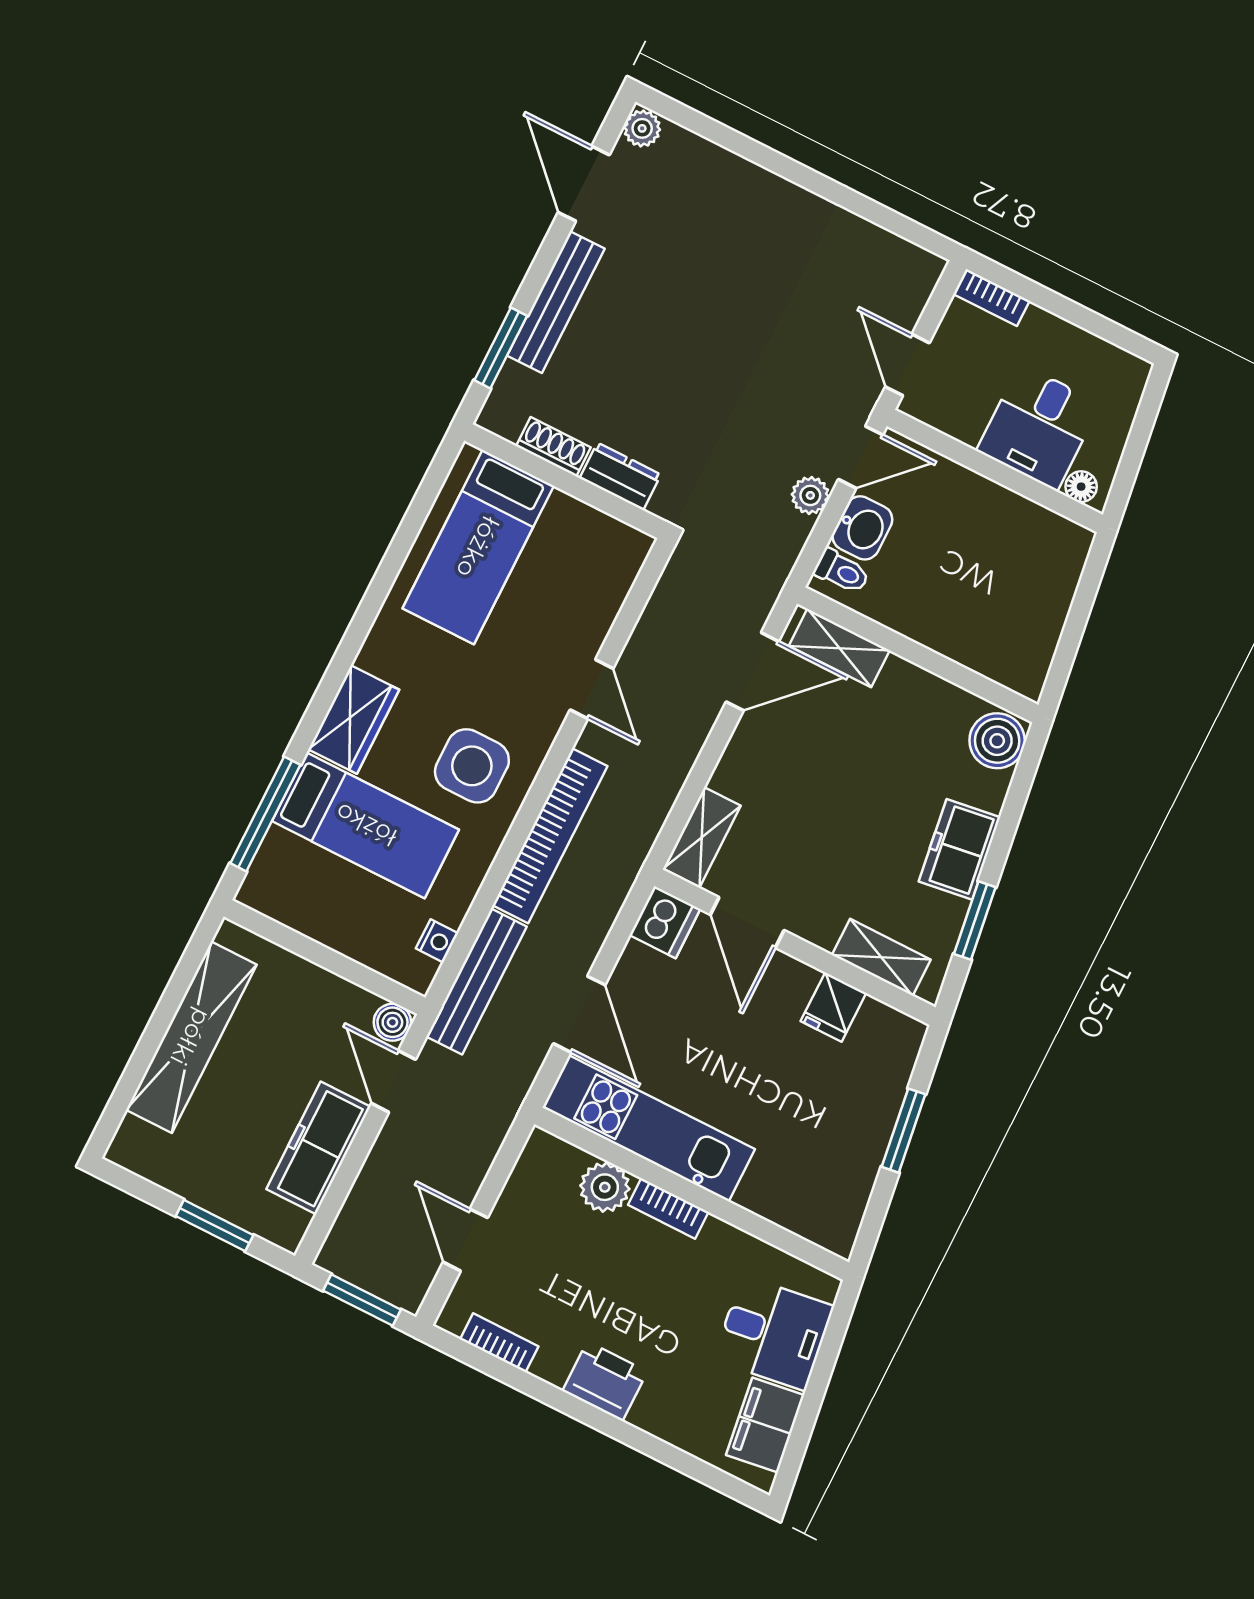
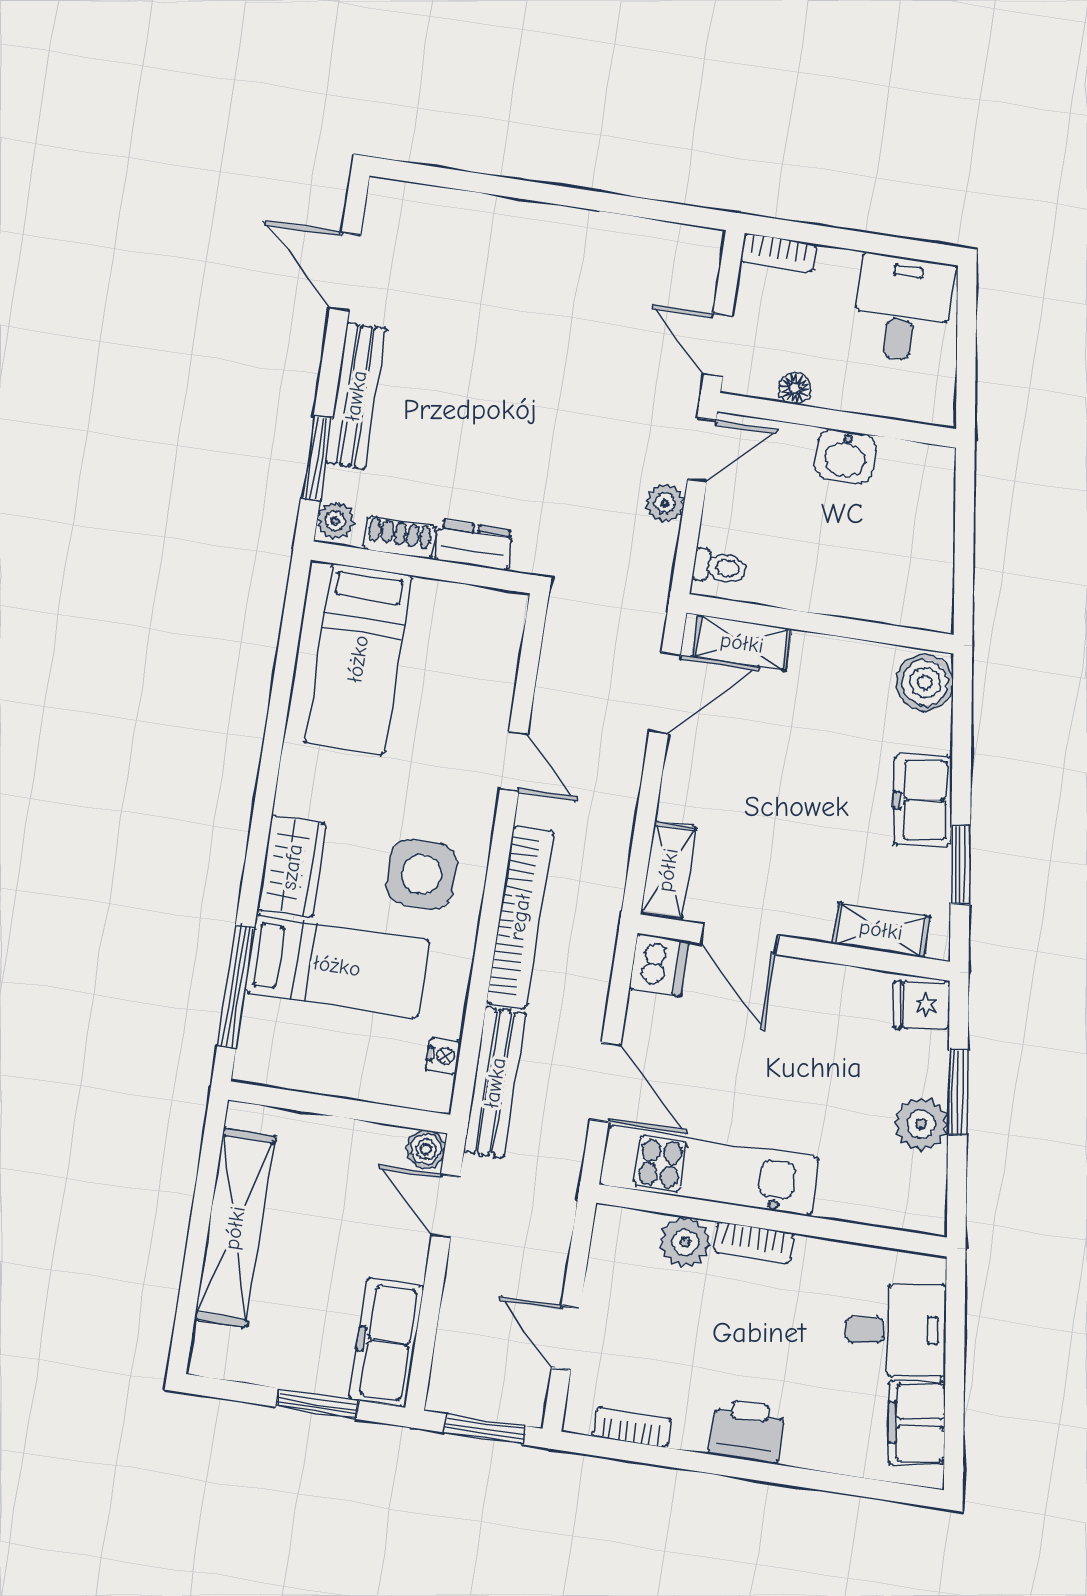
plant: (642, 128) -> (335, 521), moved
desk: (1039, 427) -> (903, 308), moved, turned 180
floor lamp: (1081, 487) -> (795, 388), moved
washbasin: (862, 528) -> (845, 456), moved, turned 90
fridge: (833, 1007) -> (921, 1005), moved, turned 82
freezer: (318, 1148) -> (386, 1342), moved
plant: (860, 1149) -> (921, 1124), added

